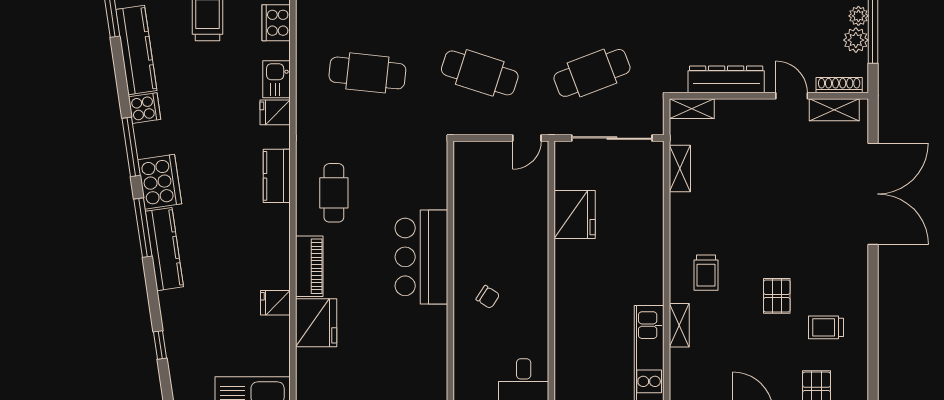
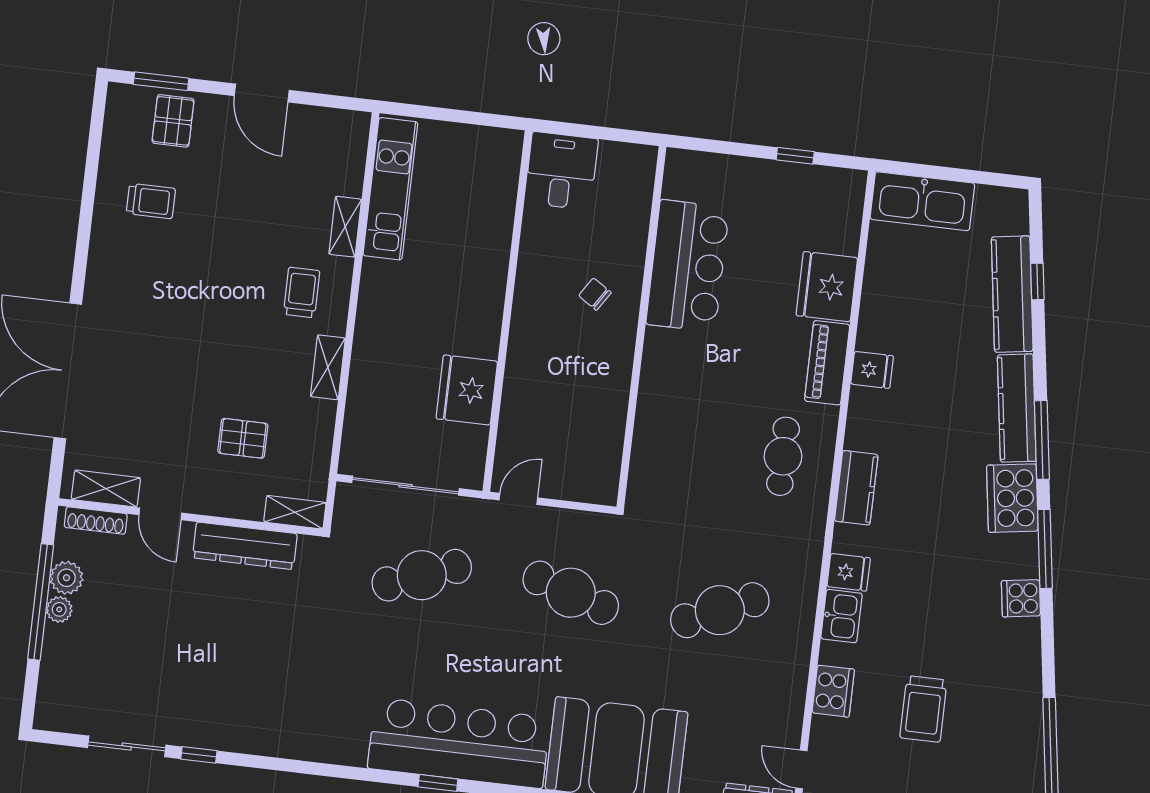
kitchen counter: (136, 50) -> (1012, 294), moved
cafe table: (367, 73) -> (720, 610), turned -30
shelving: (680, 169) -> (328, 367), moved
bar counter: (421, 257) -> (688, 266), moved
pallet: (777, 296) -> (243, 438), moved, turned 90
fridge: (275, 303) -> (872, 370), moved

